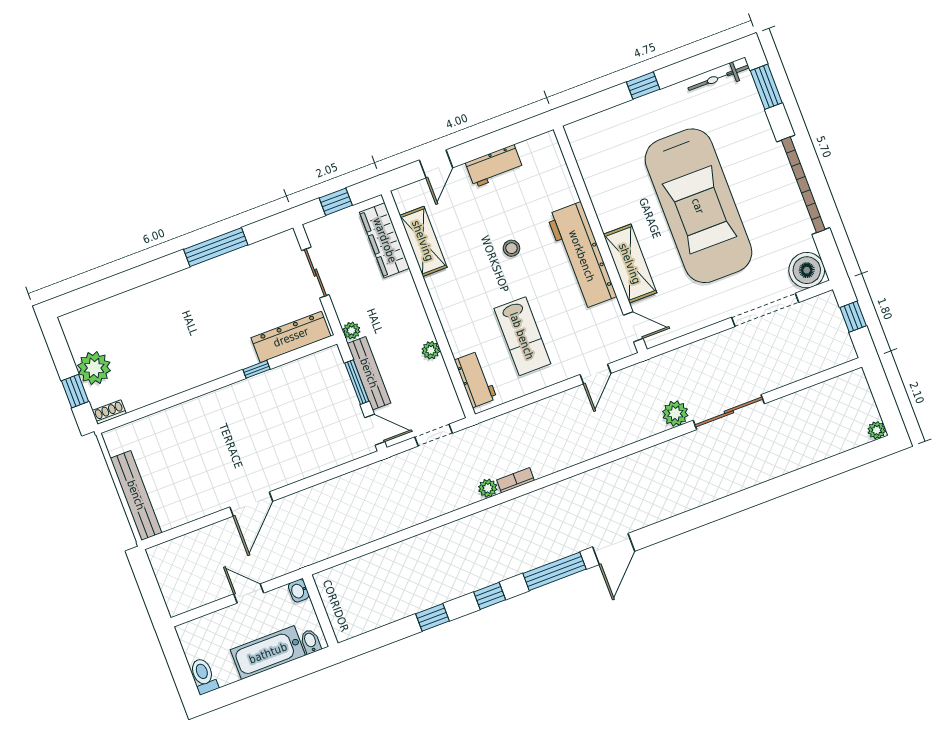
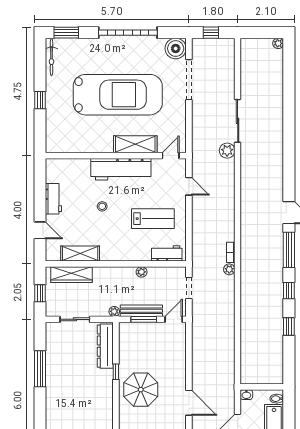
parasol: (243, 420) -> (141, 390), added

